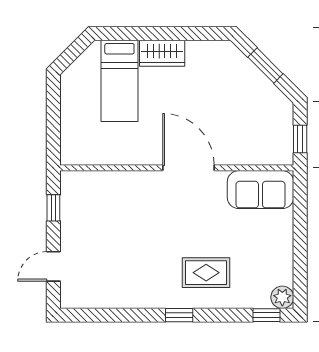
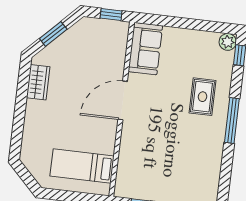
wardrobe: (162, 53) -> (38, 82), moved
bed: (119, 81) -> (82, 166), moved, turned 180
window: (179, 315) -> (232, 120), width x2.17

